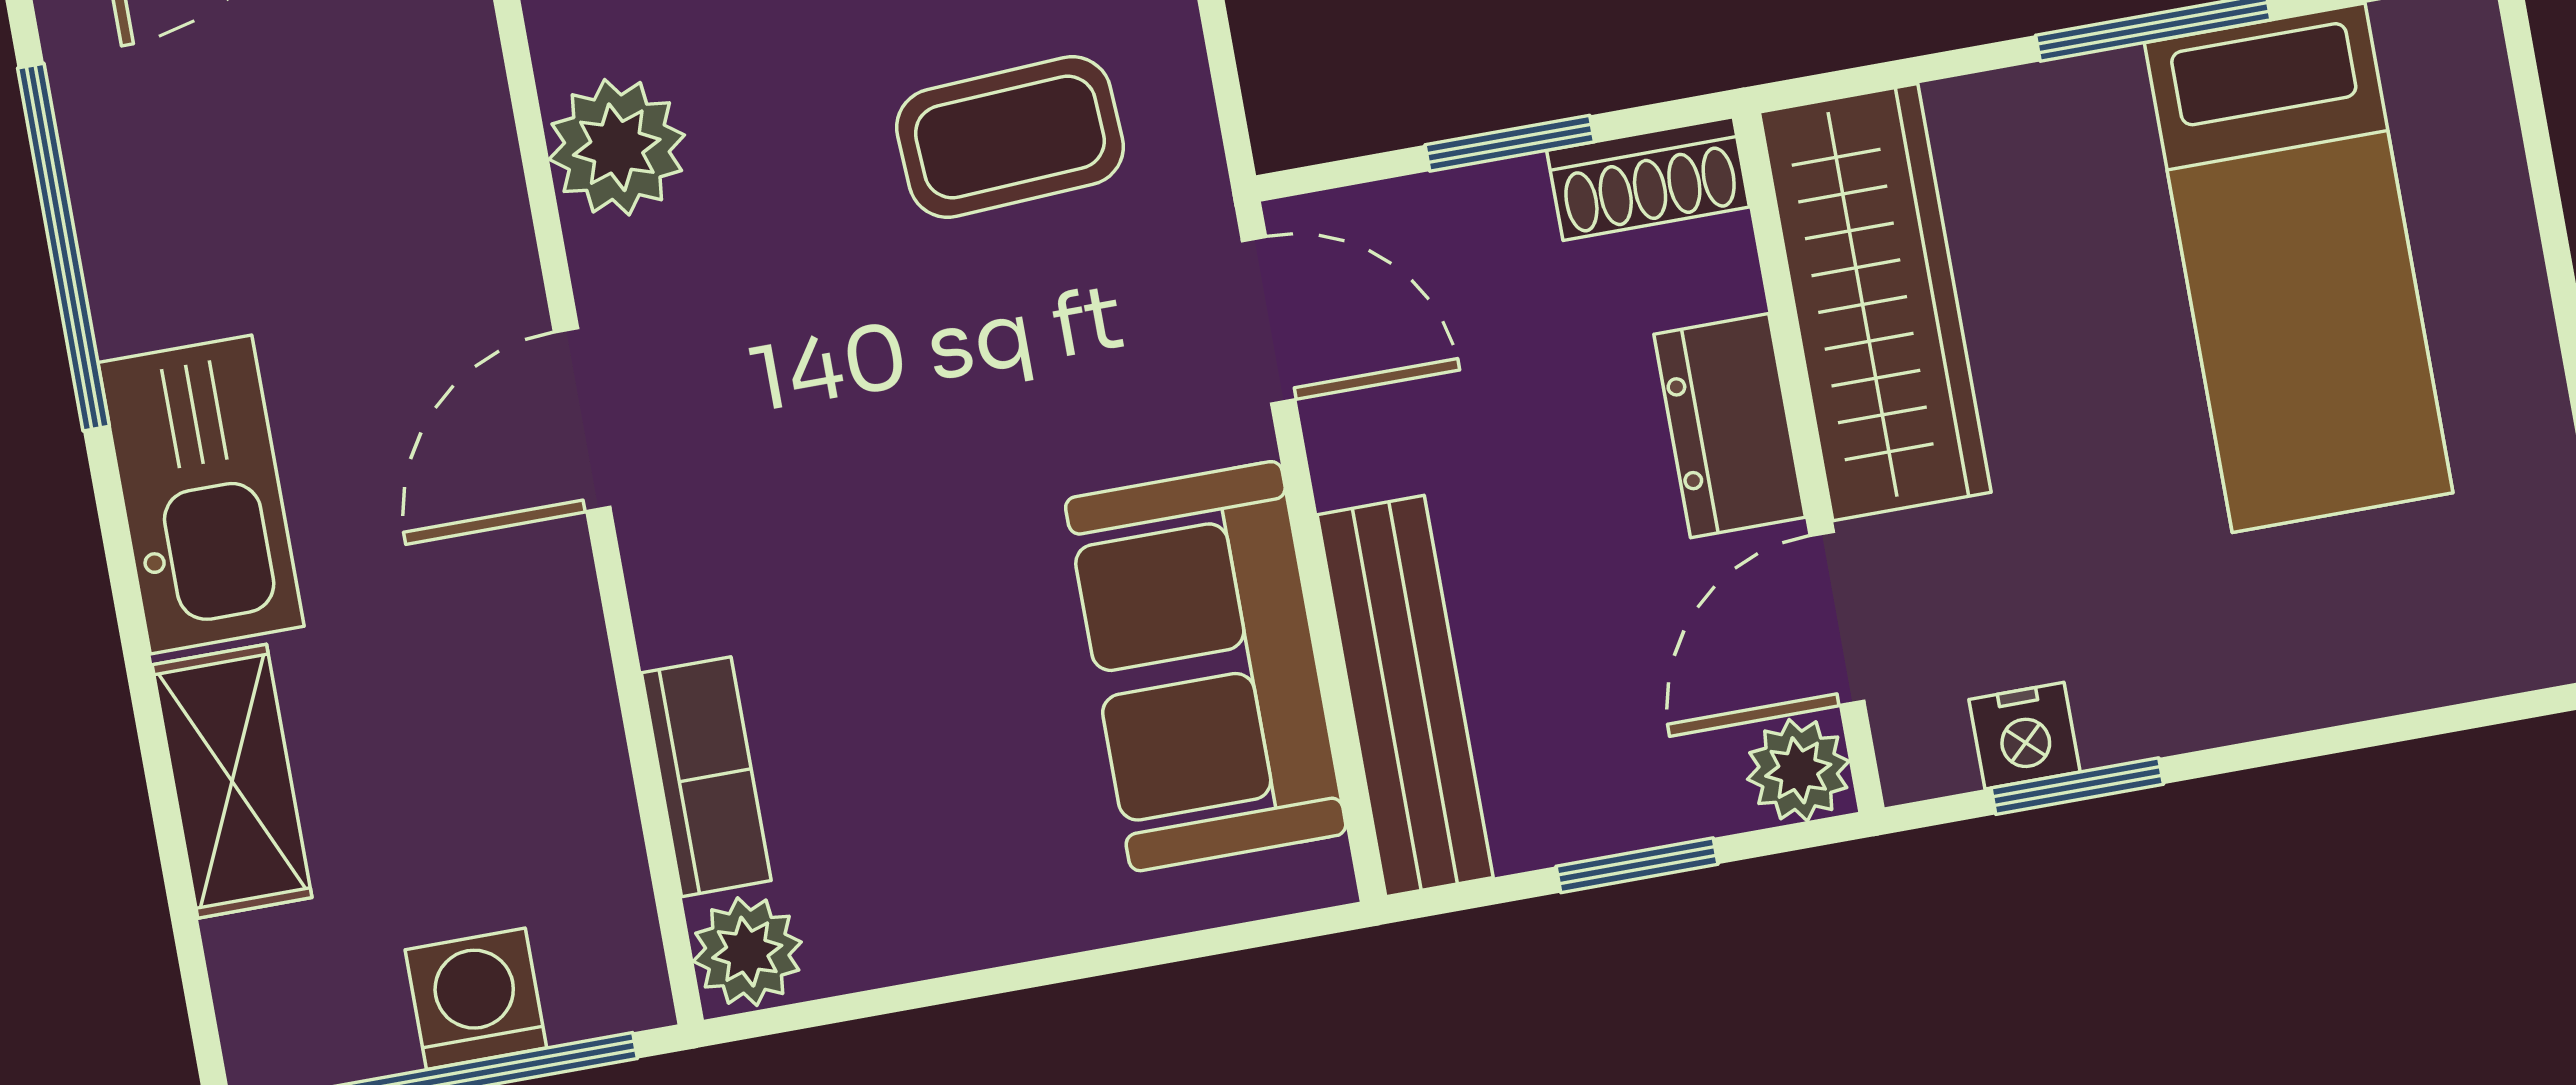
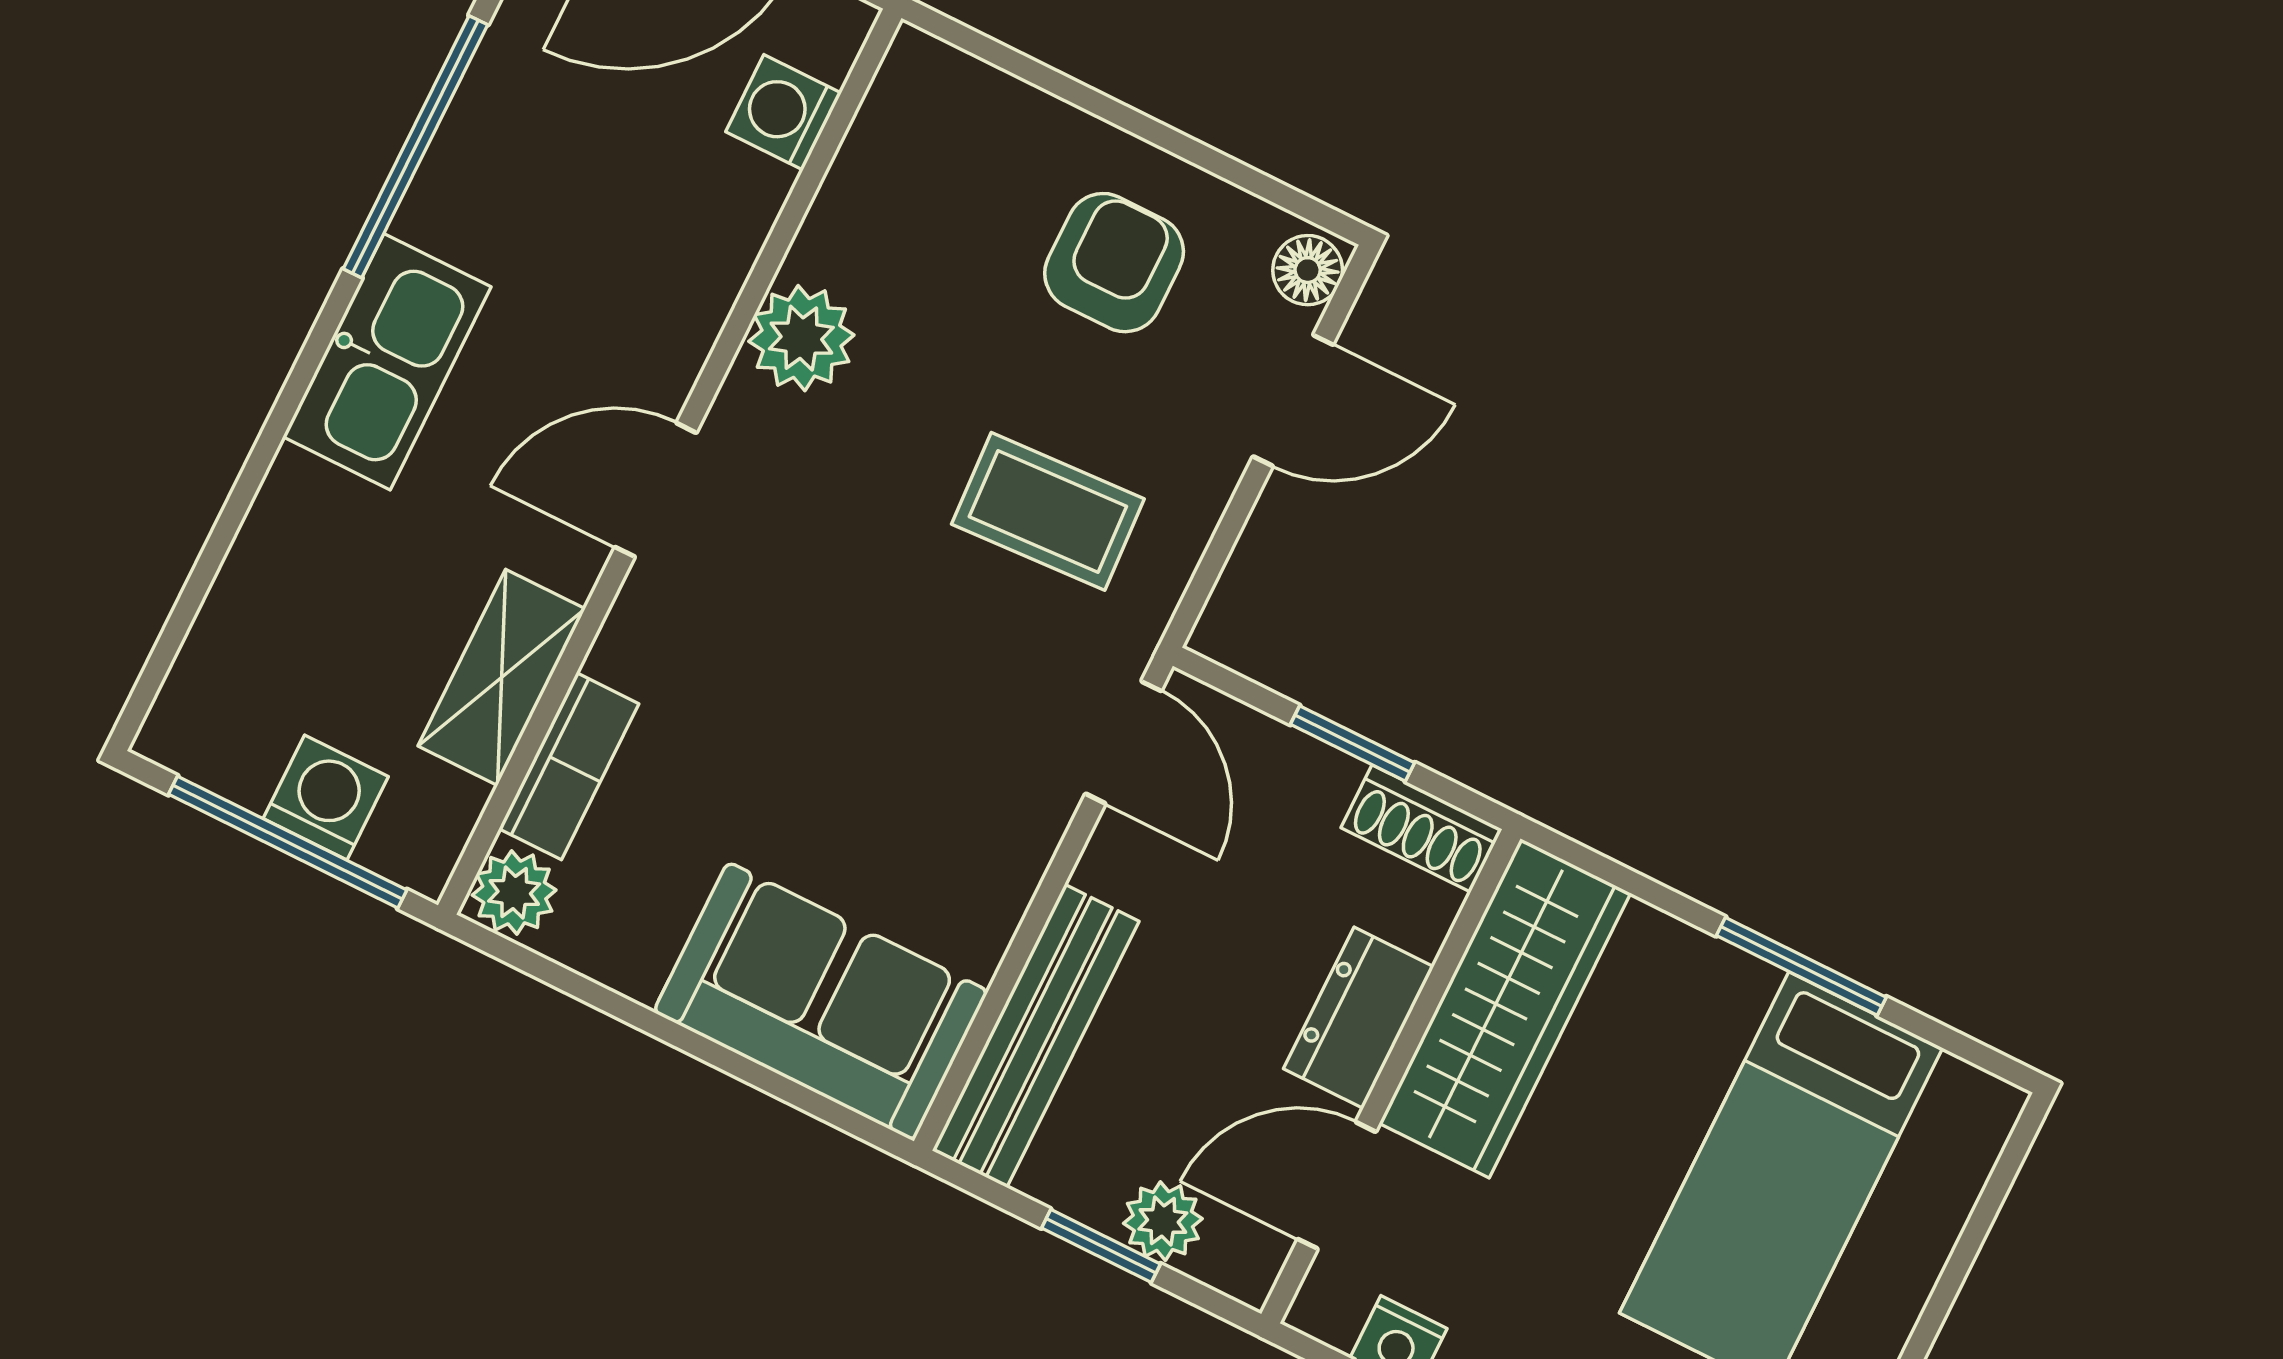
sofa: (1206, 666) -> (821, 1001), moved, turned 90
plant: (1798, 770) -> (1163, 1221), moved
shelving: (232, 781) -> (502, 677), moved

